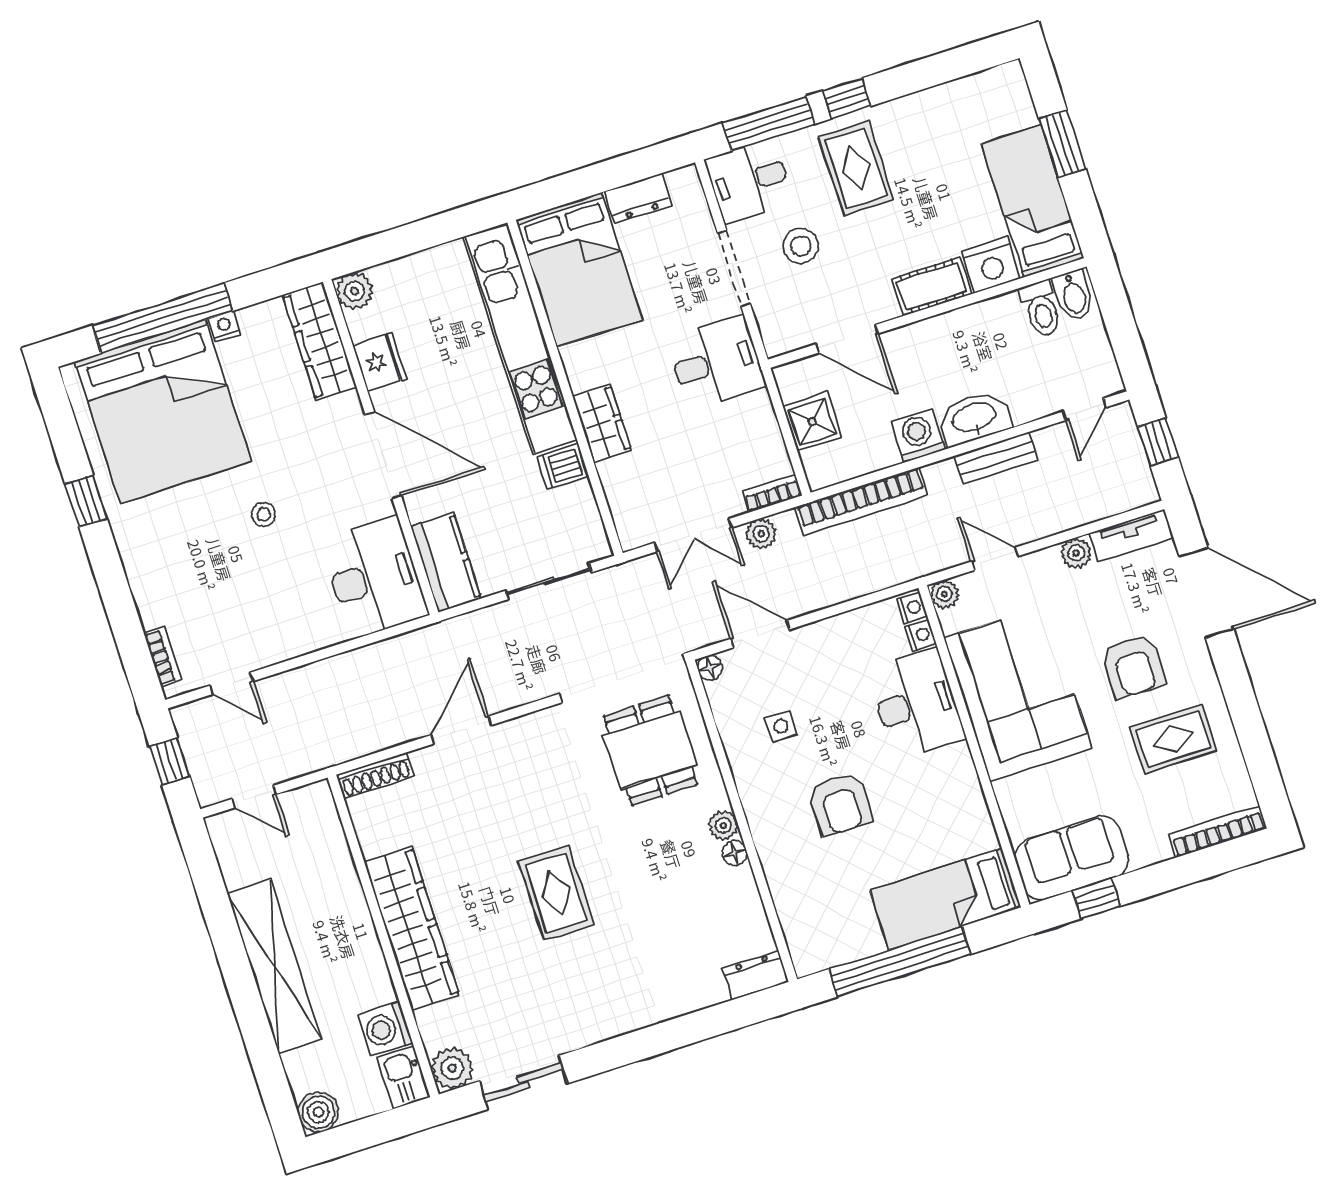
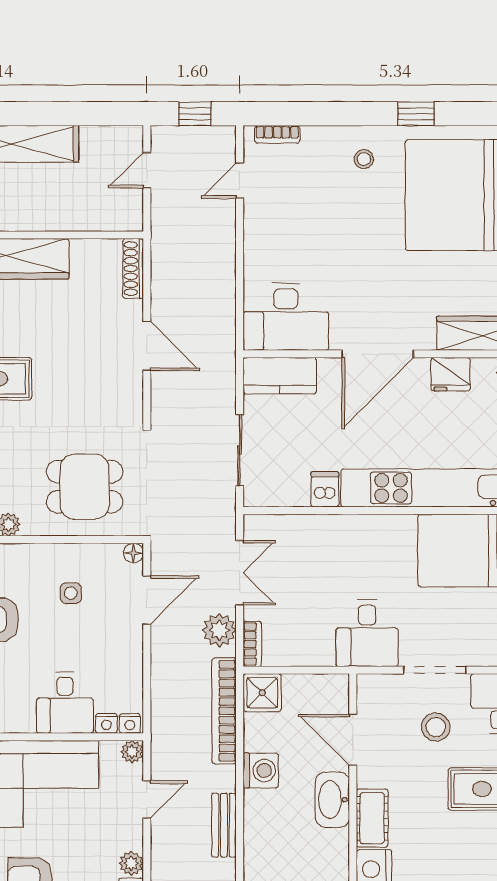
door: (847, 339) -> (353, 740), hinge flipped
washbasin: (974, 418) -> (332, 800), moved, turned 180
shower: (812, 422) -> (262, 693), moved
wardrobe: (602, 423) -> (348, 530), removed
stool: (264, 514) -> (364, 159), moved
plant: (761, 534) -> (219, 630), width x1.38, depth x1.38
double door: (693, 535) -> (240, 573), swing flipped
desk: (916, 704) -> (65, 703), width x0.73

